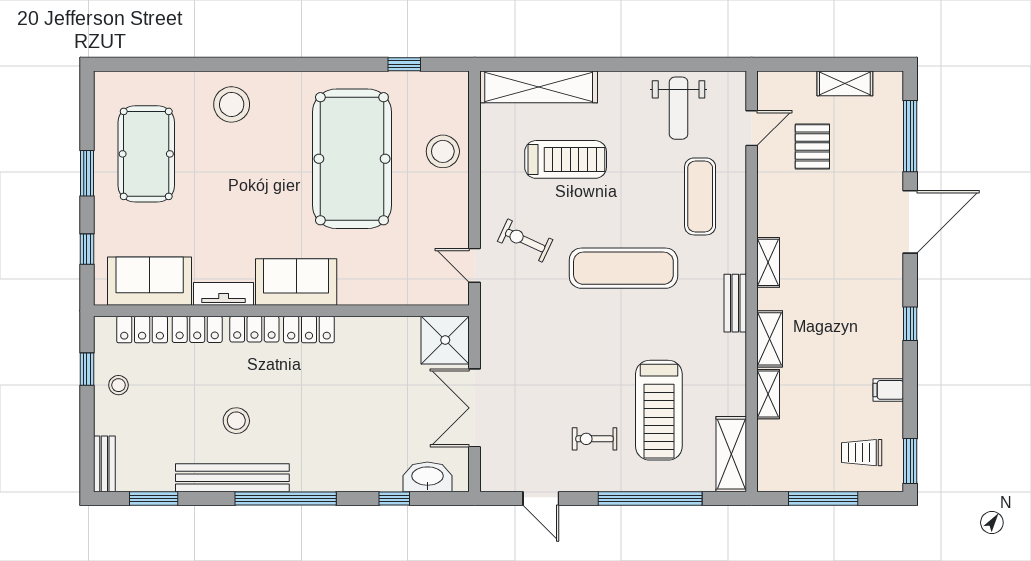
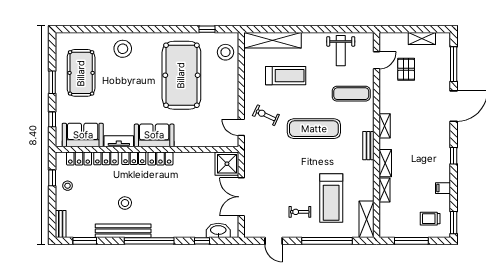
stool: (443, 151) -> (226, 52), moved
exercise mat: (700, 196) -> (351, 94), turned 90

